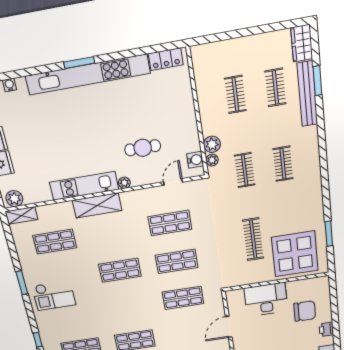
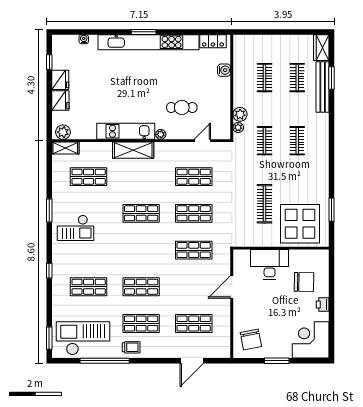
water cooler: (195, 160) -> (224, 70), moved

